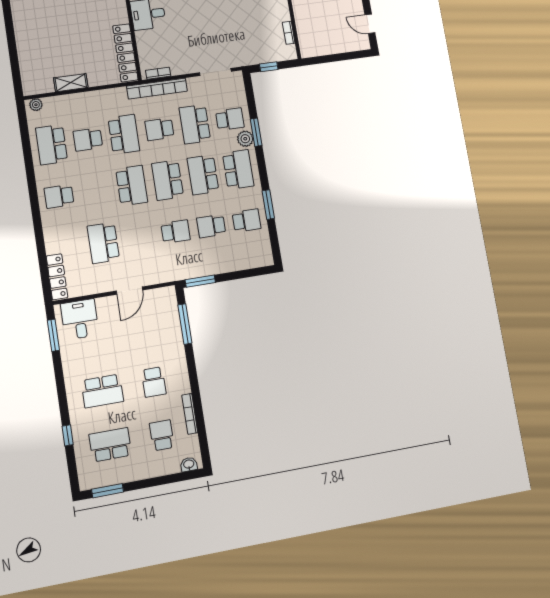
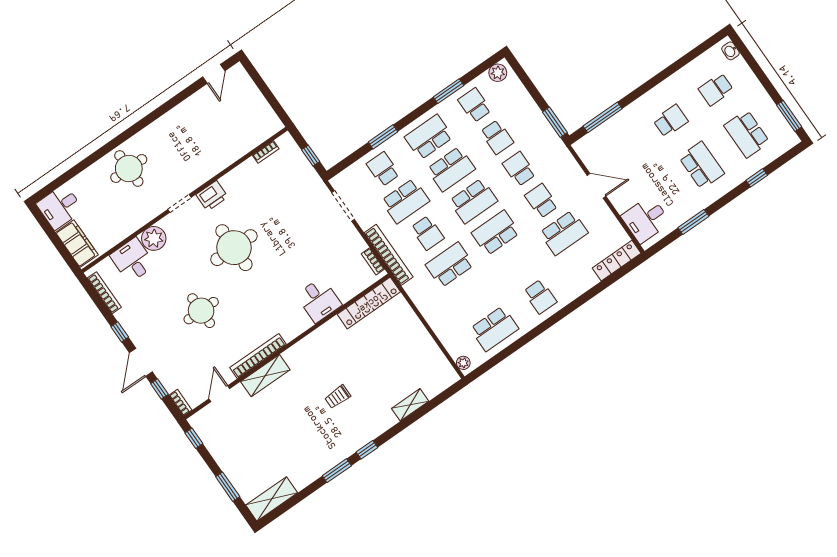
shelving: (71, 83) -> (410, 405), moved, turned 90
school desk: (88, 139) -> (541, 201), moved, turned 180
plant: (245, 139) -> (498, 73), moved
window: (53, 335) -> (693, 222), moved
bookcase: (190, 414) -> (684, 72), removed

